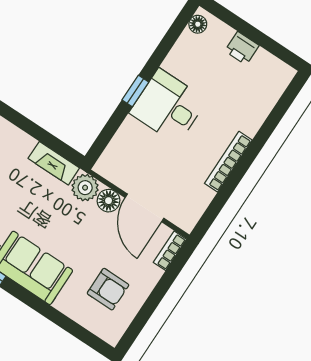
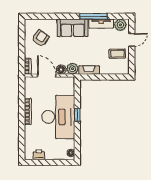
printer: (242, 48) -> (39, 155), moved
desk: (168, 106) -> (58, 117), width x1.87, depth x1.30
armchair: (108, 289) -> (41, 38), turned 125

